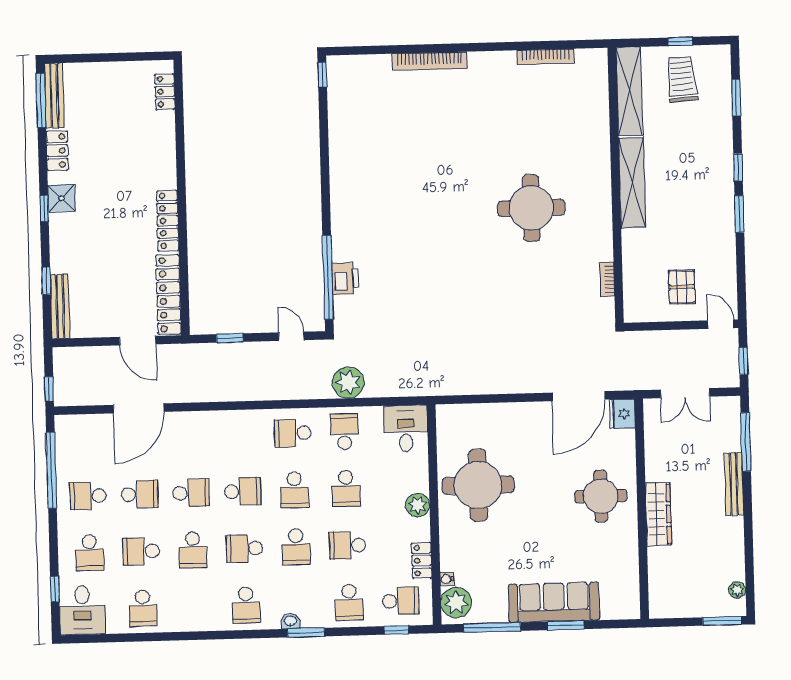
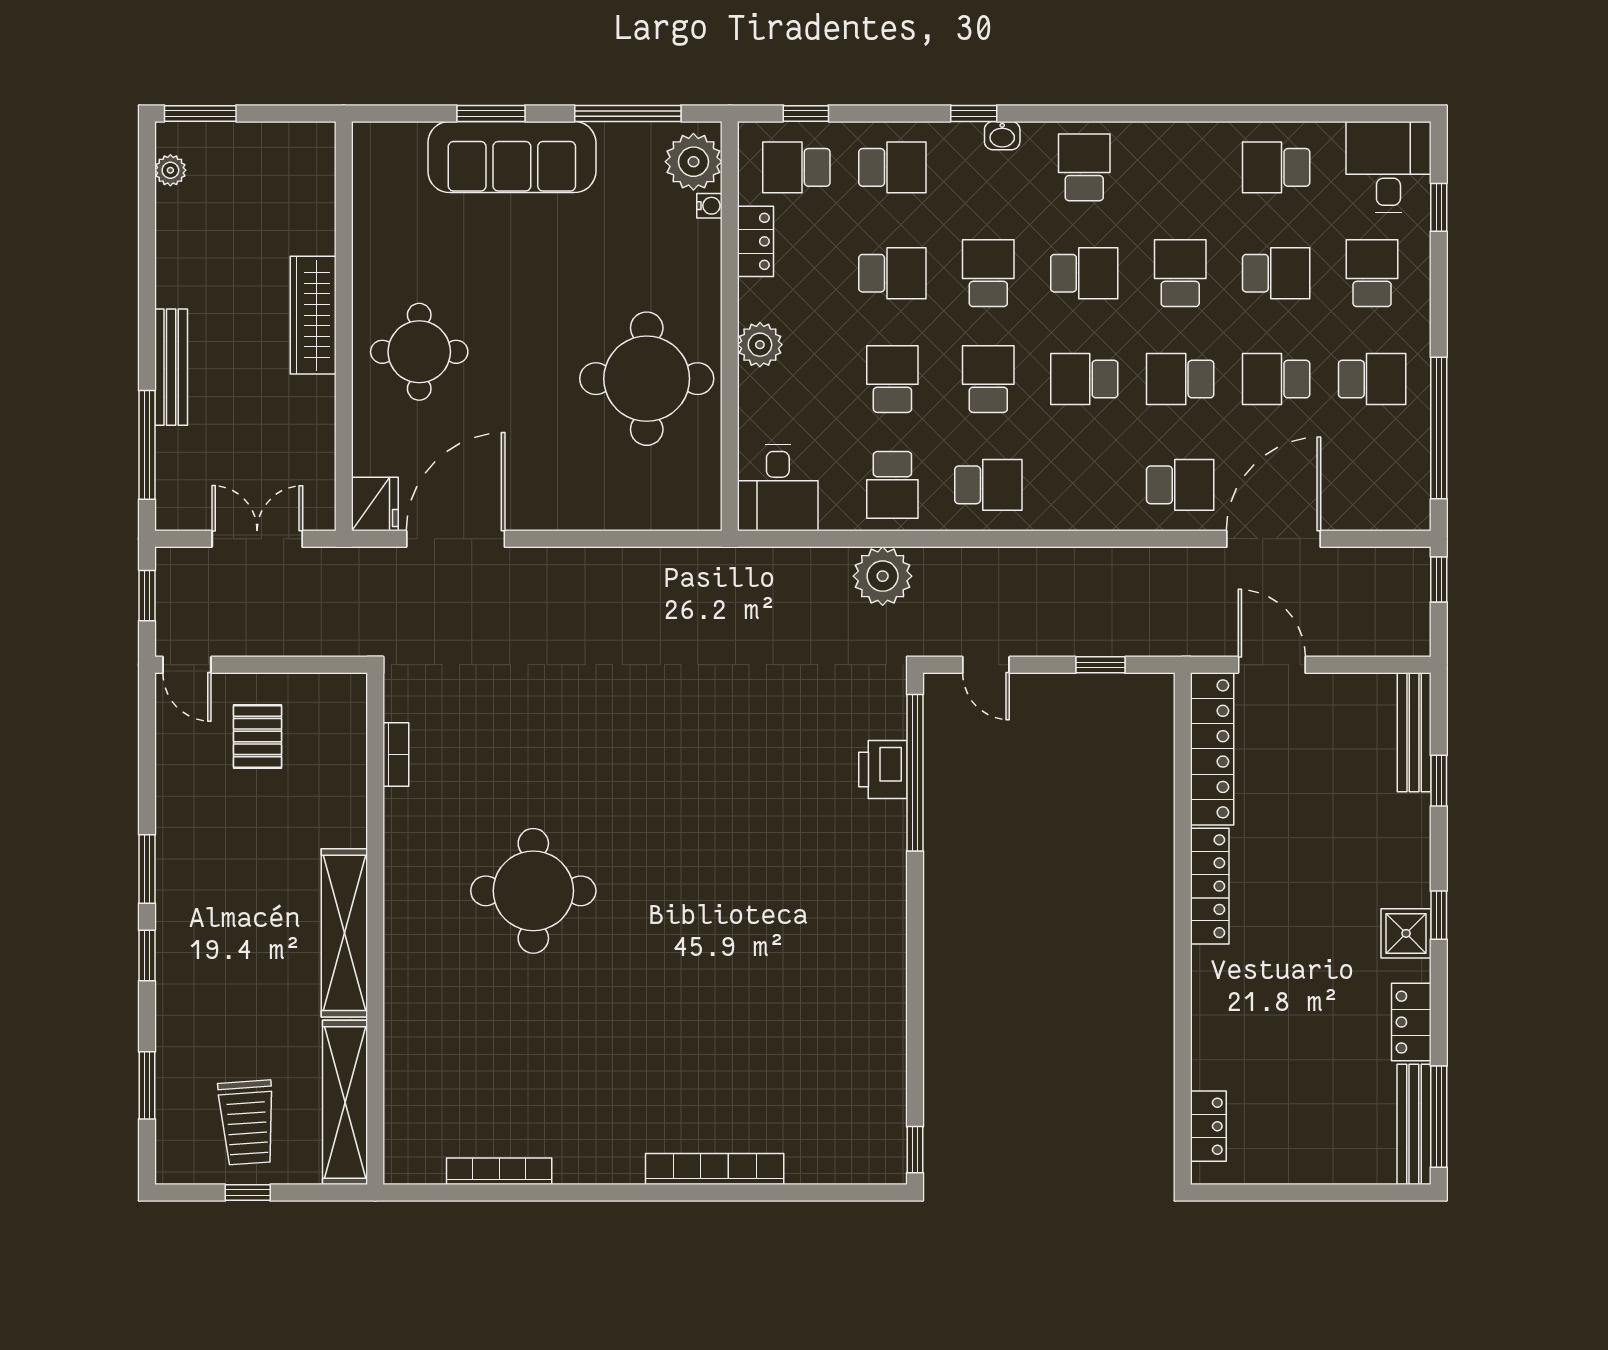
school desk: (190, 436) -> (1180, 485), added
school desk: (349, 602) -> (892, 167), turned 90
school desk: (143, 608) -> (1276, 167), turned -90
window: (306, 633) -> (974, 113), width x0.67

